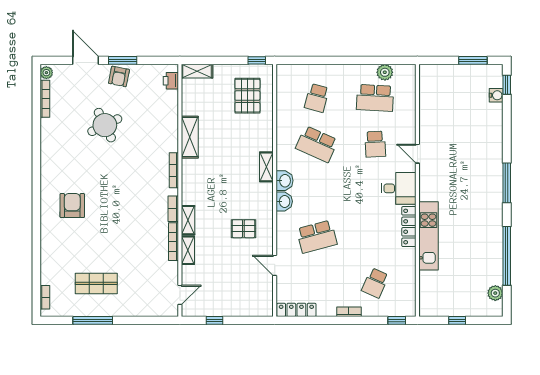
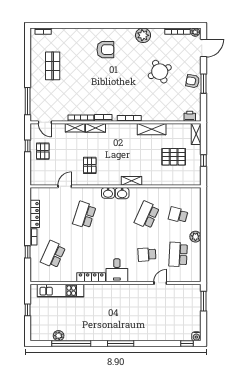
door: (85, 60) -> (203, 48), moved
window: (257, 60) -> (203, 160), moved
window: (473, 60) -> (203, 301), moved
plant: (385, 72) -> (195, 237), moved
water cooler: (496, 95) -> (196, 336), moved
pallet: (247, 96) -> (174, 157), moved
plant: (51, 150) -> (143, 35), added
door: (417, 154) -> (160, 283), moved
kitchen unit: (428, 236) -> (61, 291), moved
school desk: (317, 237) -> (84, 215), turned 33
school desk: (375, 283) -> (53, 254), width x1.85
plant: (495, 293) -> (59, 336), moved
pallet: (222, 298) -> (43, 151), added
locker: (296, 310) -> (35, 214), moved
window: (93, 320) -> (28, 101), moved
window: (397, 320) -> (28, 252), moved

